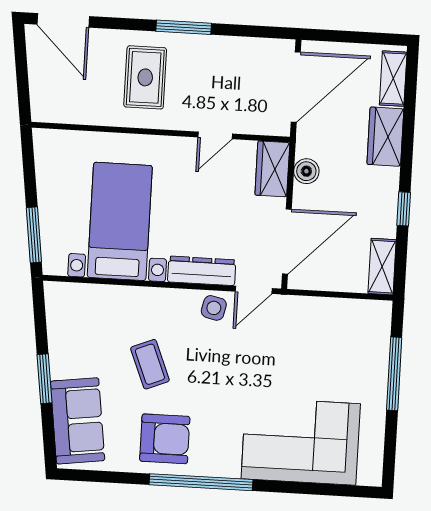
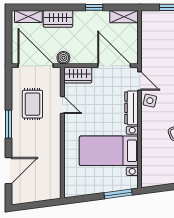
door: (63, 20) -> (9, 171), moved
rug: (145, 77) -> (32, 104), moved, turned 90
boiler: (306, 171) -> (63, 58), moved

